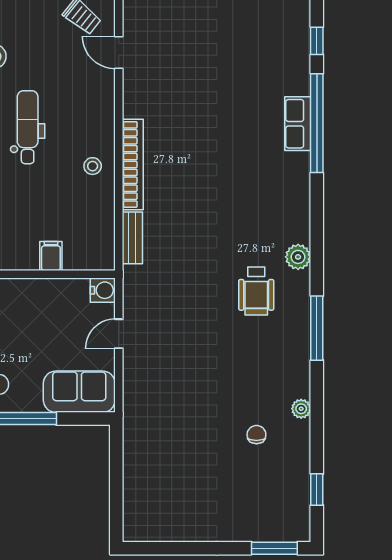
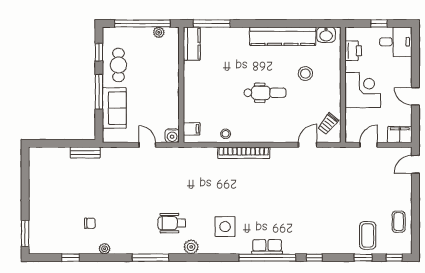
stool: (93, 166) -> (226, 134), moved
side table: (262, 197) -> (225, 227), added
bench: (132, 238) -> (85, 152), moved
filing cabinet: (51, 256) -> (192, 129), moved
sofa: (79, 392) -> (114, 108), moved
window: (317, 489) -> (71, 258), moved

